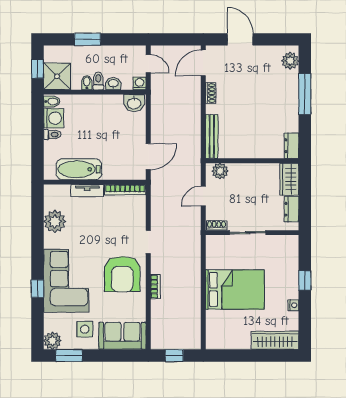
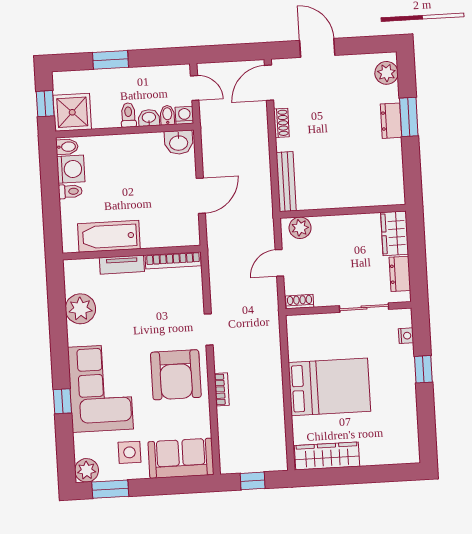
bidet: (87, 83) -> (167, 115), moved
window: (305, 94) -> (409, 117), width x0.69
dresser: (291, 146) -> (391, 121), moved
door: (148, 157) -> (201, 196), moved
sliding door: (248, 233) -> (364, 308), moved
nightstand: (293, 305) -> (406, 336), moved
wardrobe: (275, 340) -> (327, 456), moved

